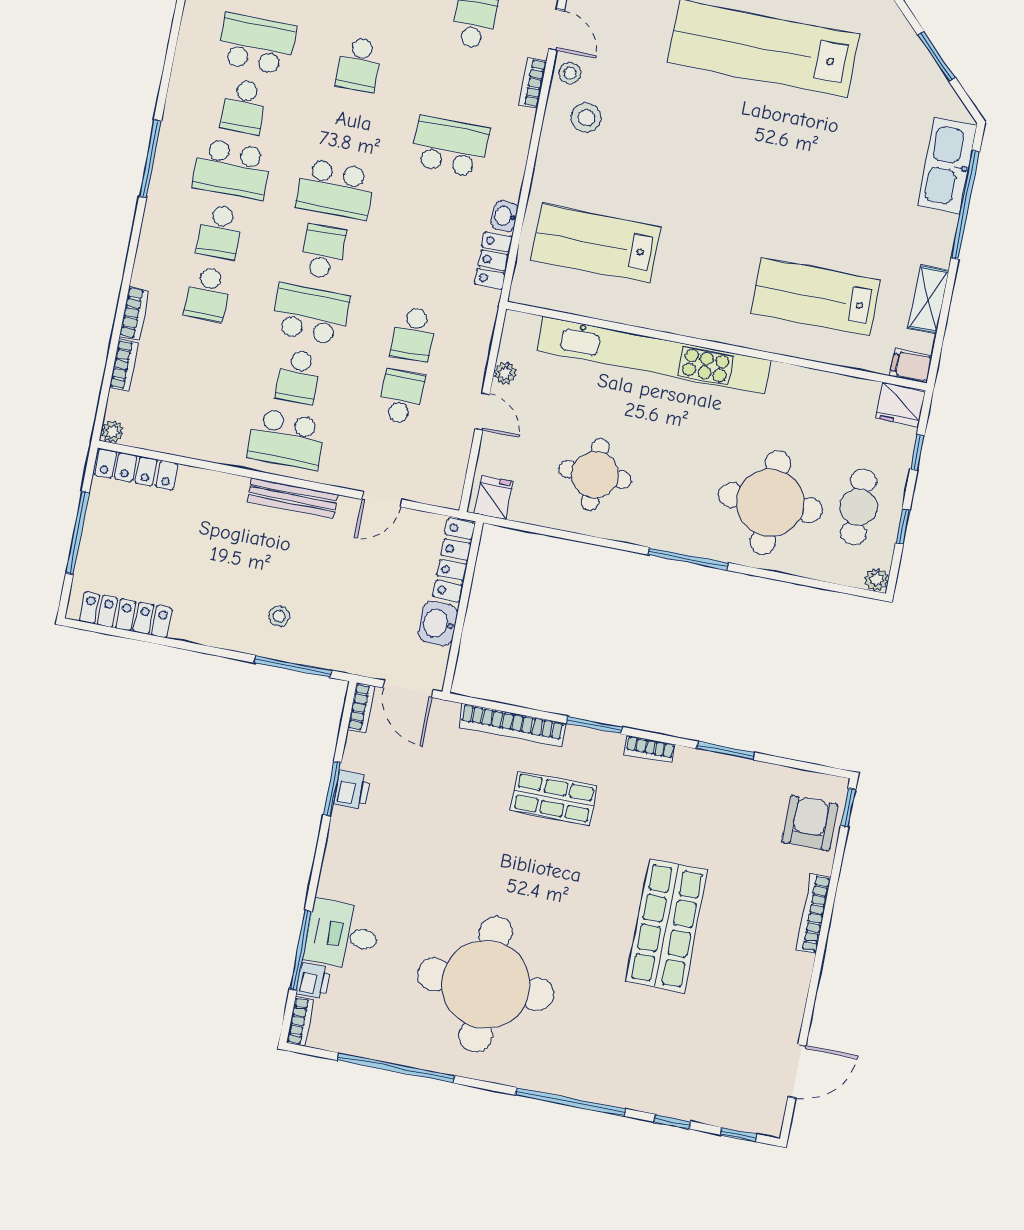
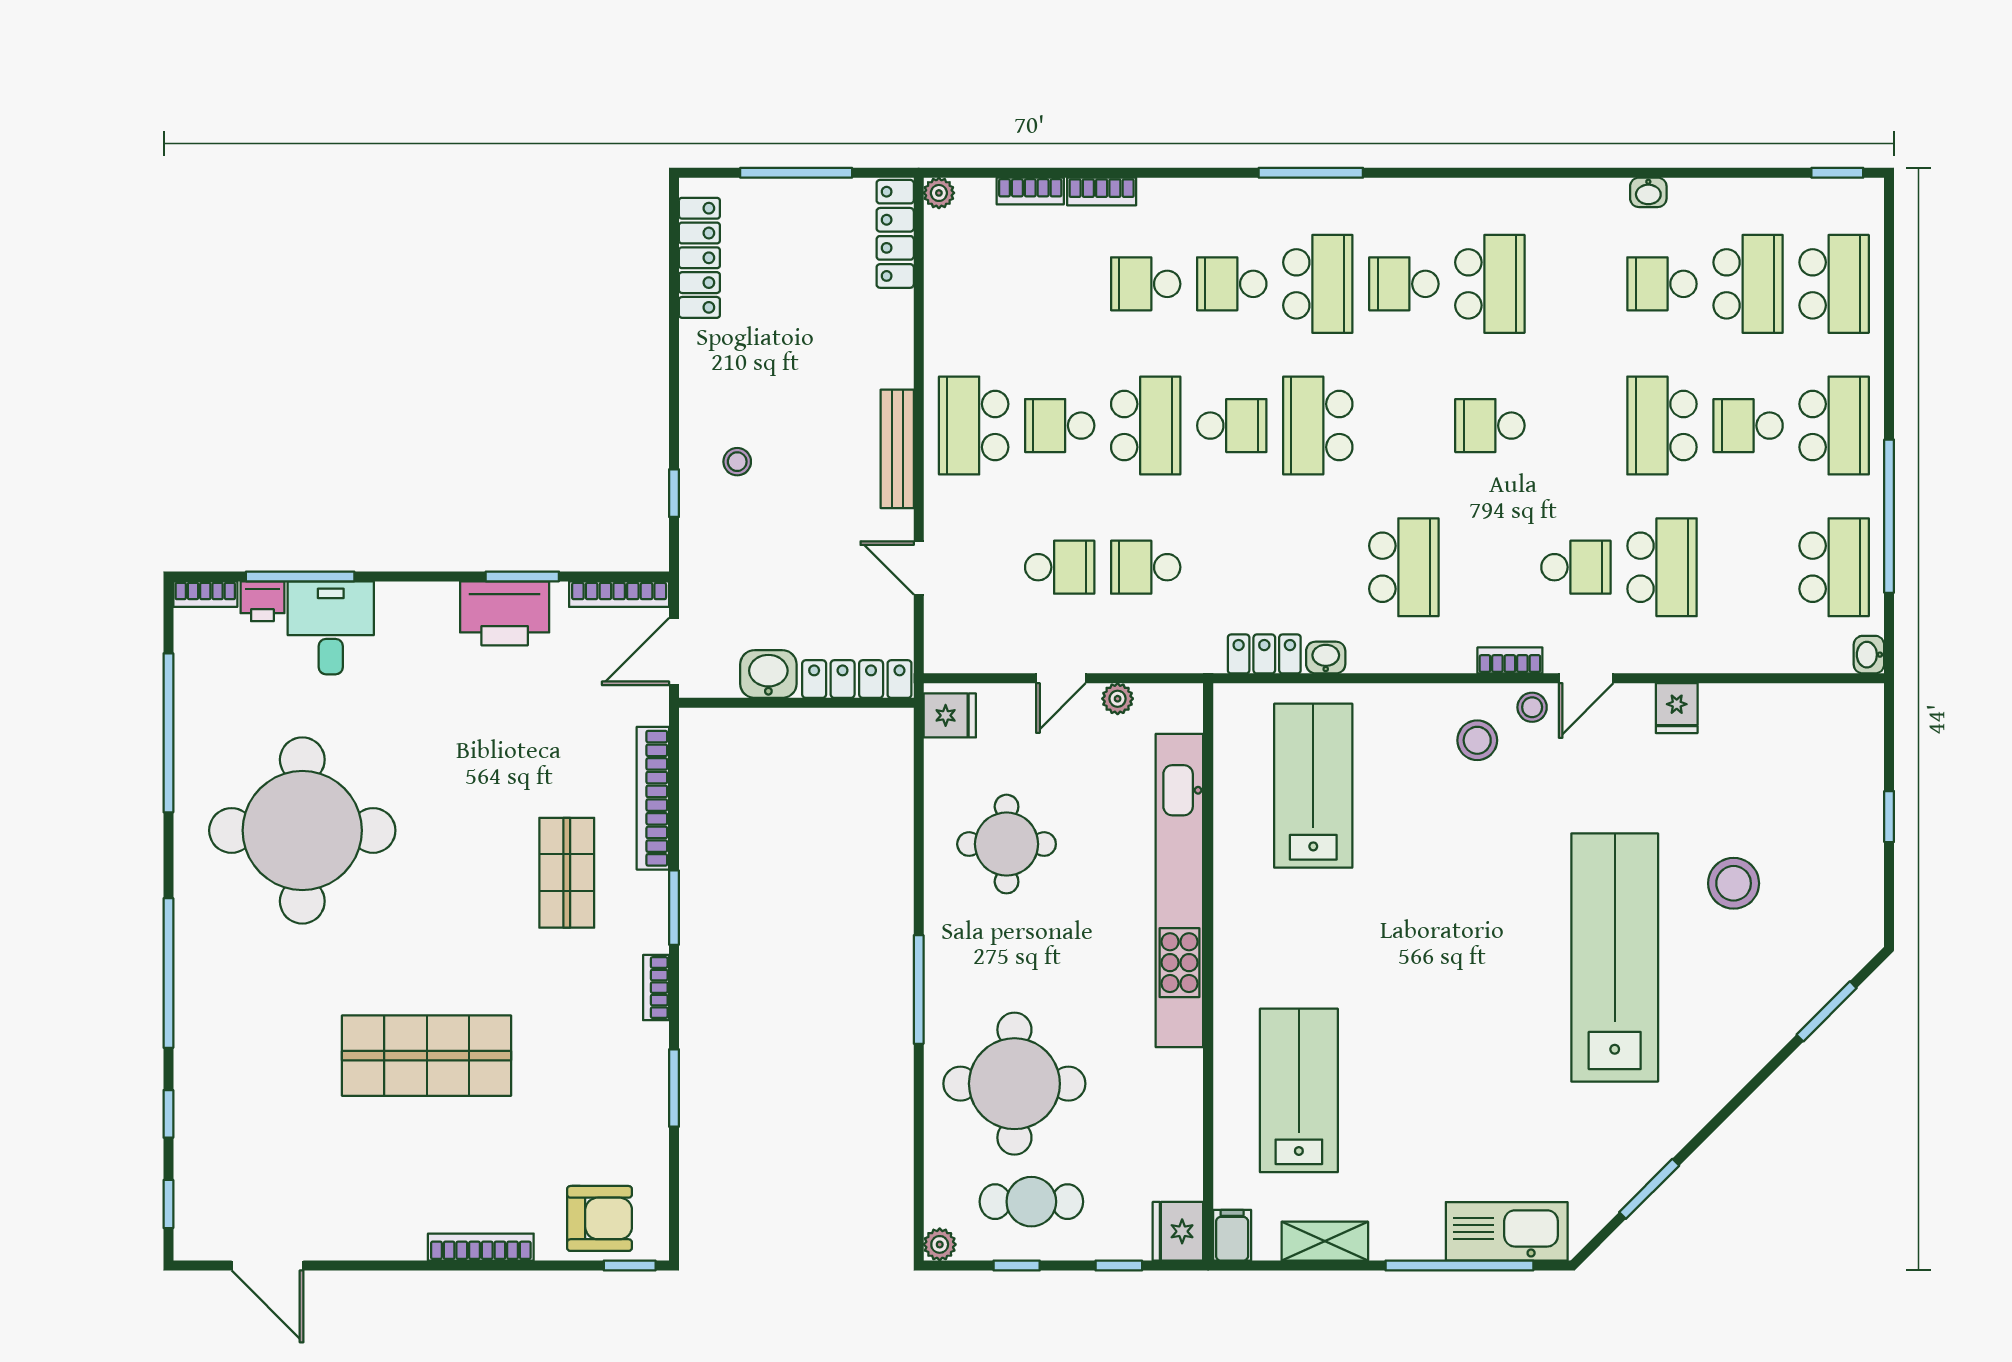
school desk: (232, 169) -> (1318, 284), turned 180
window: (293, 667) -> (674, 493), width x0.46
bookcase: (361, 708) -> (619, 594), width x1.56
printer: (352, 790) -> (505, 613), width x1.87, depth x1.48

